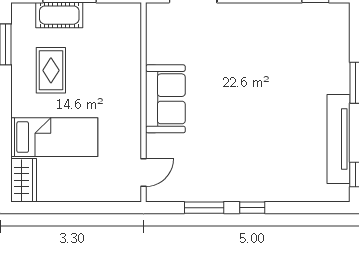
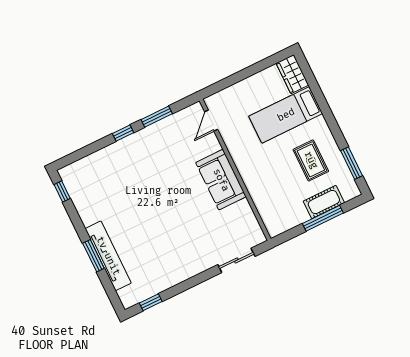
tv unit: (339, 139) -> (108, 256), moved

